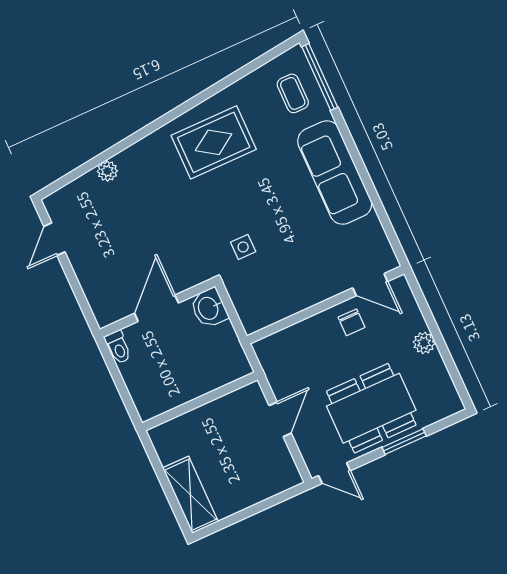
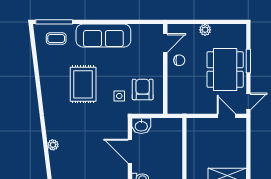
rug: (214, 142) -> (83, 84), moved
armchair: (272, 282) -> (143, 89), added
door: (280, 419) -> (226, 116), moved

